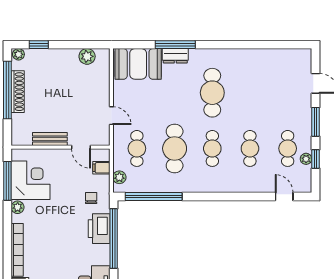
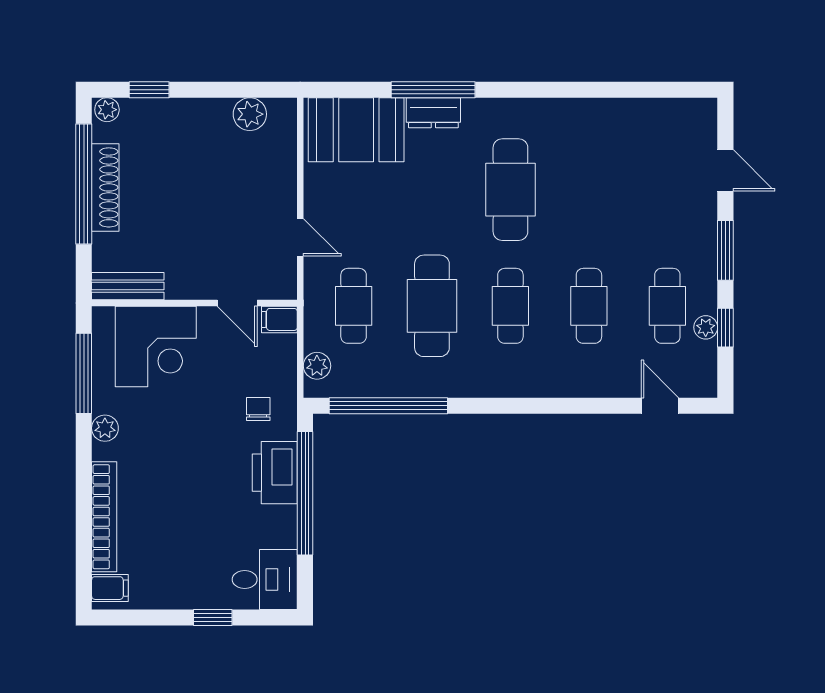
bench: (50, 139) -> (128, 286), moved
filing cabinet: (101, 168) -> (279, 319), moved
corner desk: (30, 180) -> (156, 346), moved, turned 90

